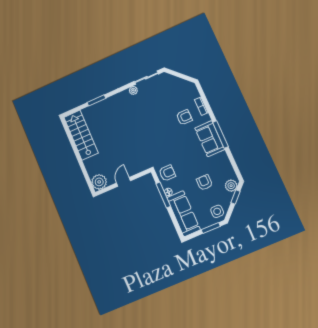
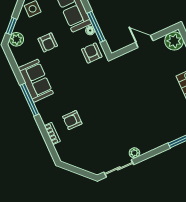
sofa: (210, 139) -> (36, 81), moved
armchair: (167, 173) -> (92, 53), turned 90
door: (123, 182) -> (144, 42), swing flipped

